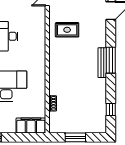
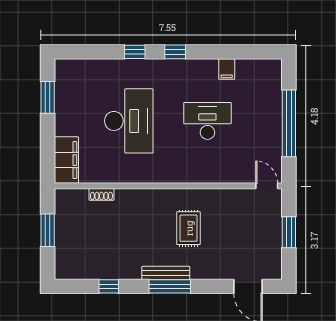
rug: (67, 30) -> (189, 228), moved
window: (111, 110) -> (109, 286), moved

